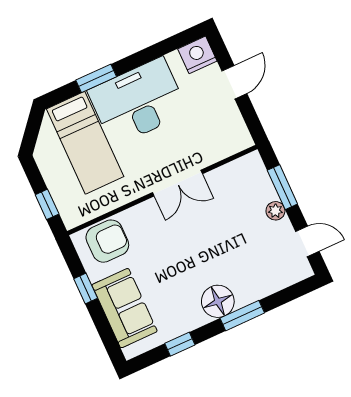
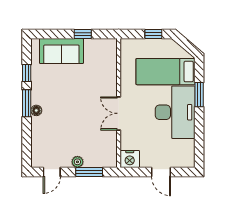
nightstand: (197, 55) -> (130, 159), moved, turned 90
window: (47, 204) -> (153, 34), moved
armchair: (107, 241) -> (104, 59), removed
floor lamp: (218, 301) -> (36, 110), width x0.53, depth x0.53
window: (242, 316) -> (27, 103), moved

